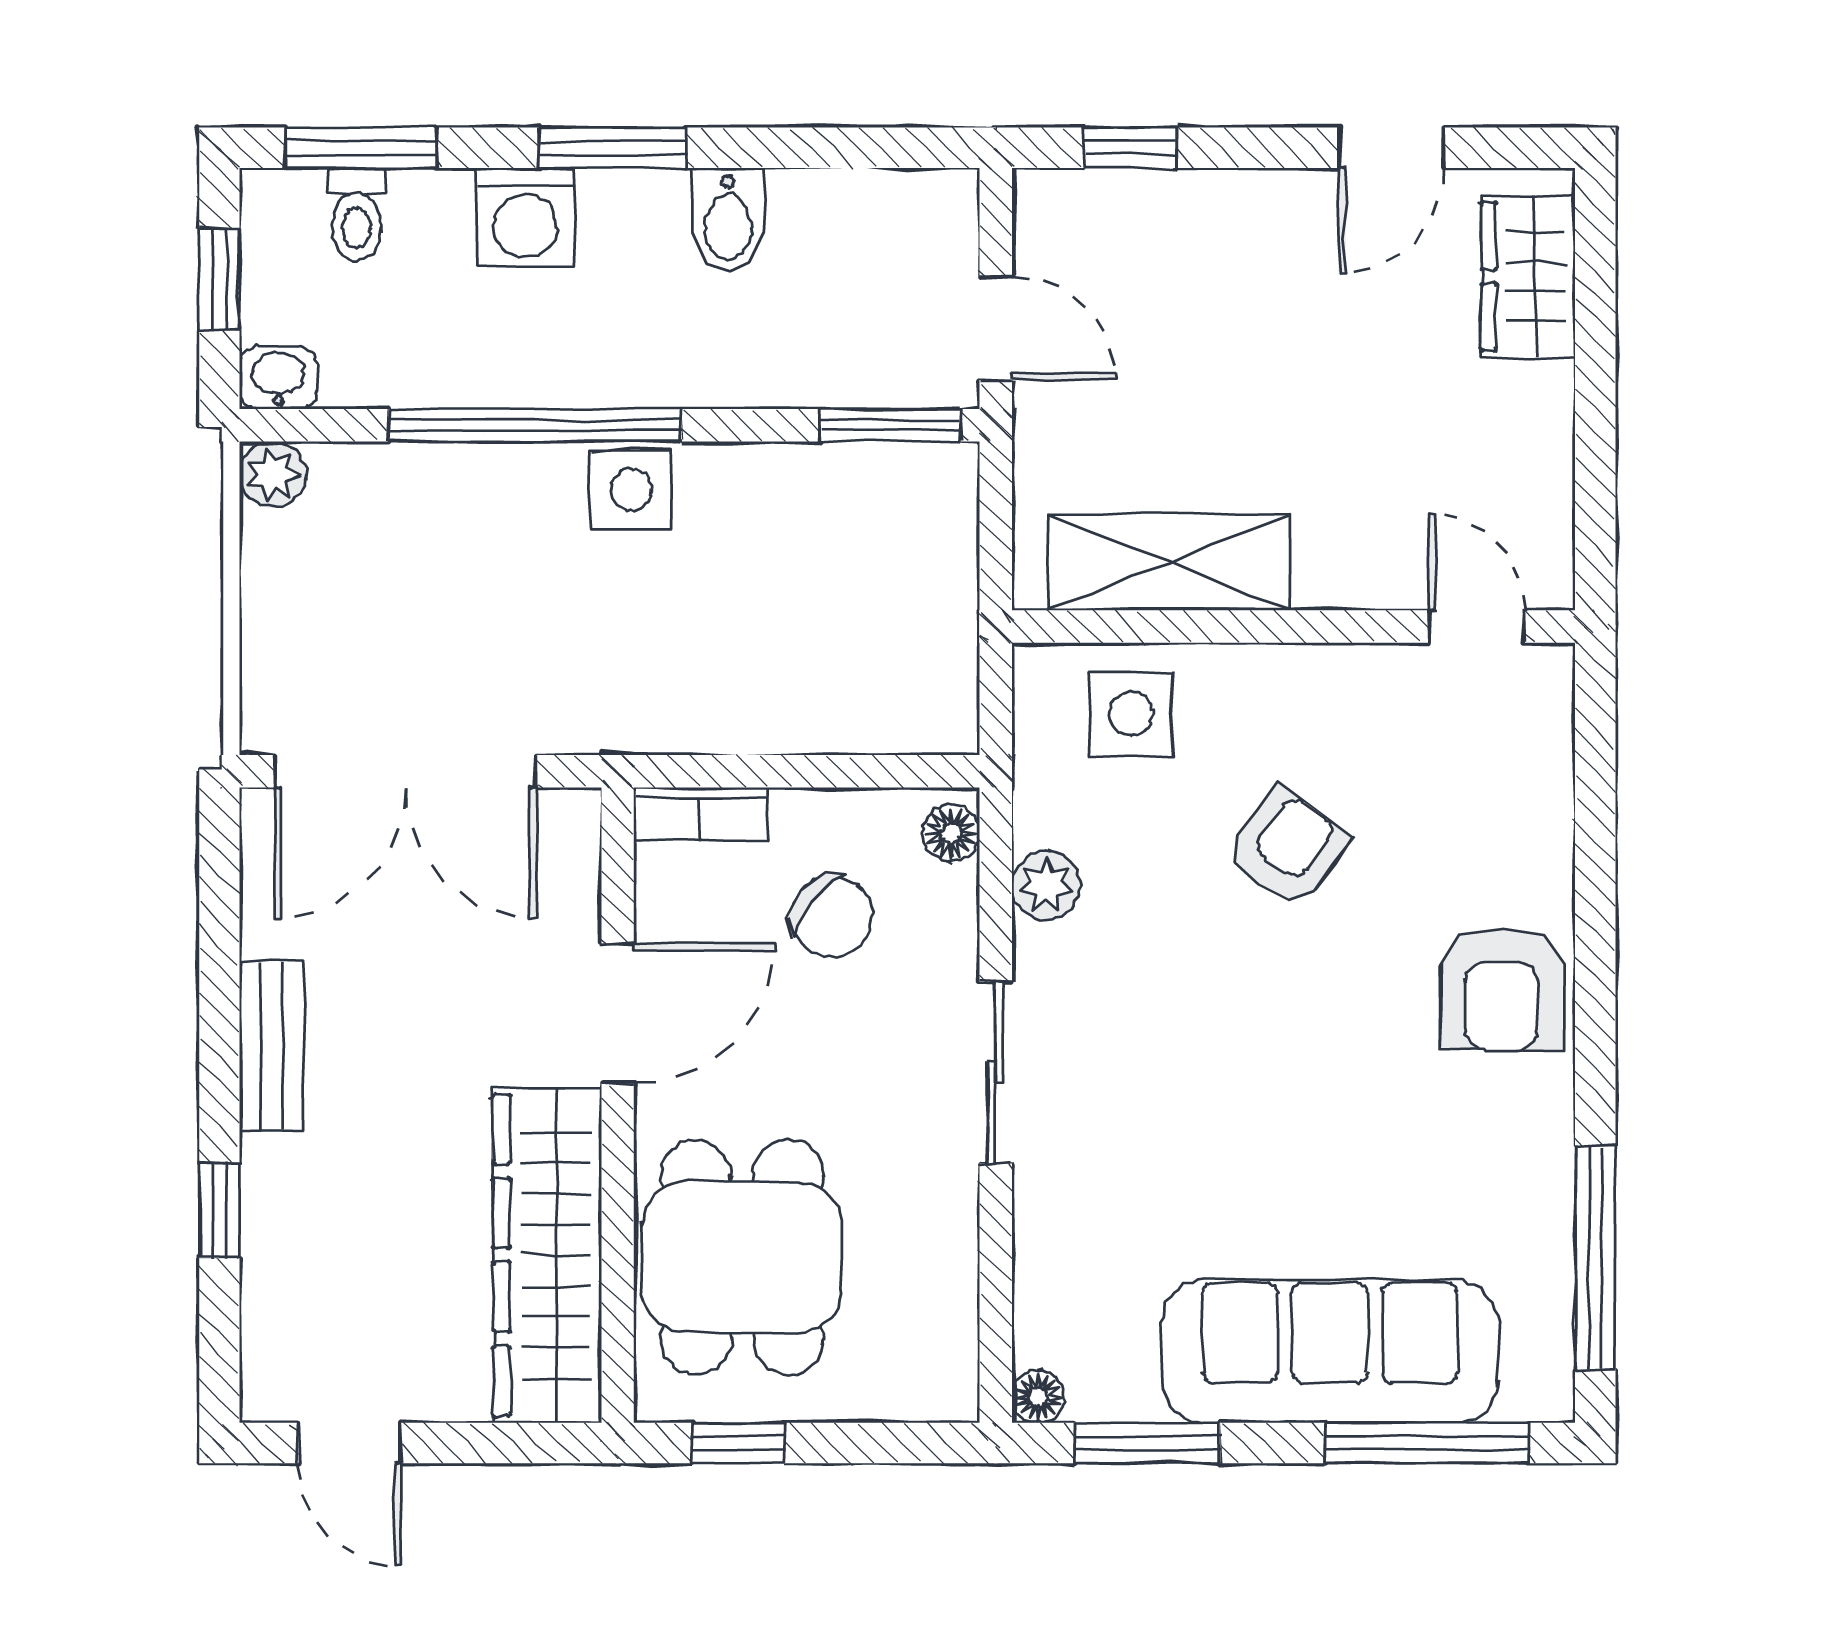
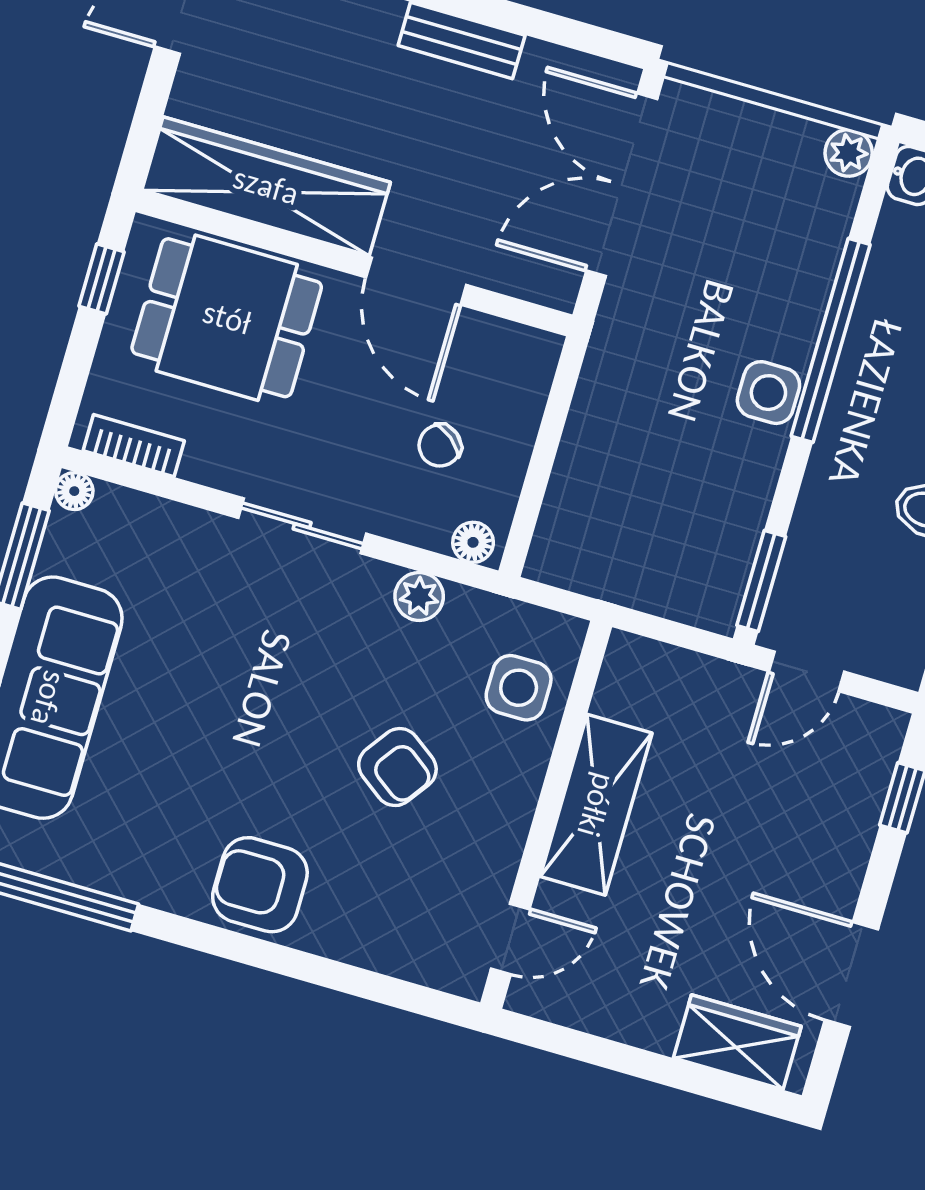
door: (1391, 148) -> (851, 975), width x1.38
shelving: (1169, 562) -> (596, 805), moved
bookcase: (701, 814) -> (134, 446), moved, turned 90
chair: (832, 916) -> (440, 445), width x0.73, depth x0.73

